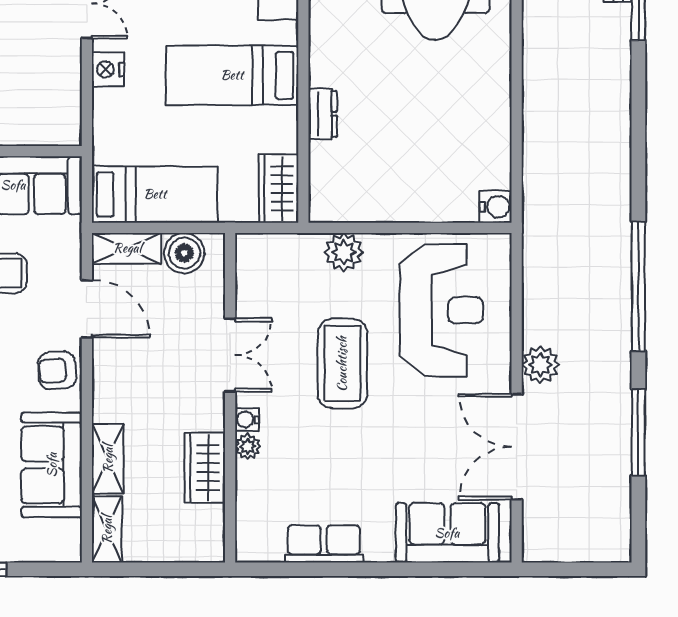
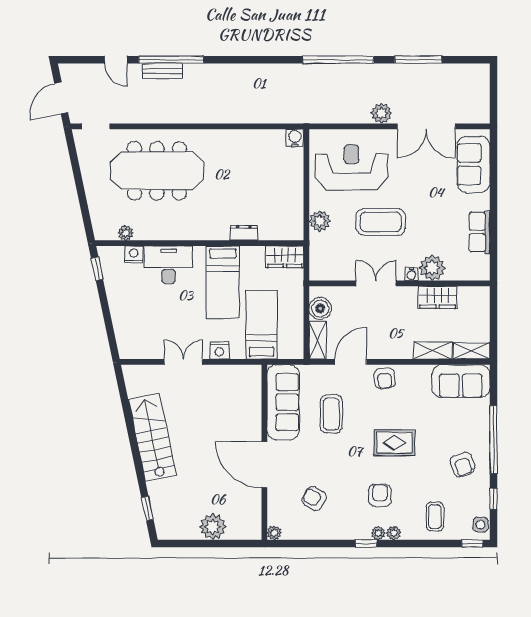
bed: (155, 194) -> (262, 325), moved
plant: (248, 446) -> (432, 268), width x1.88, depth x1.88
sofa: (52, 465) -> (461, 381), moved

